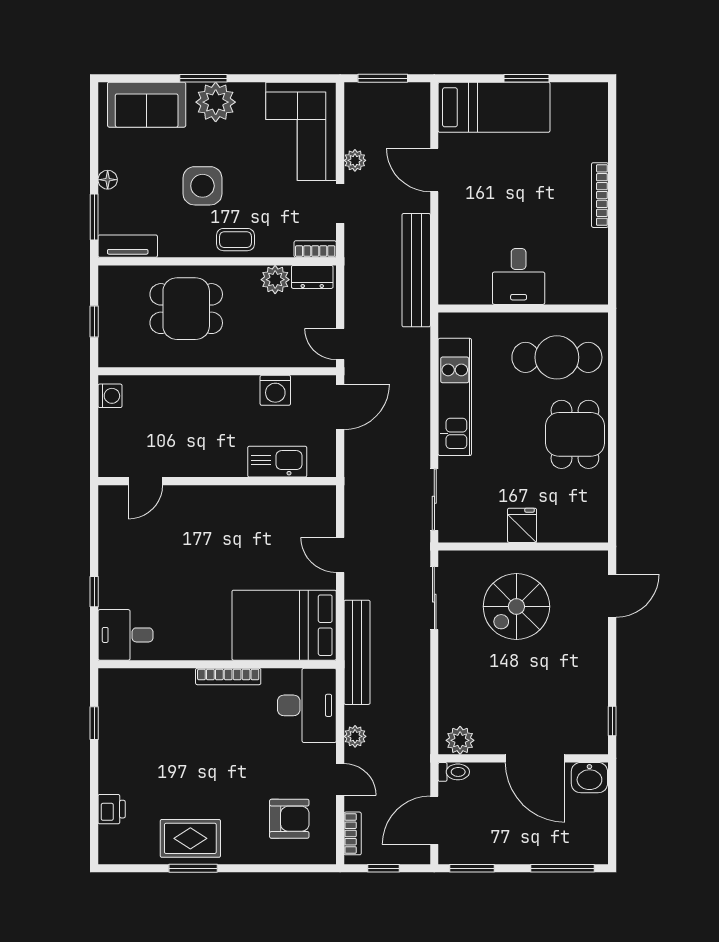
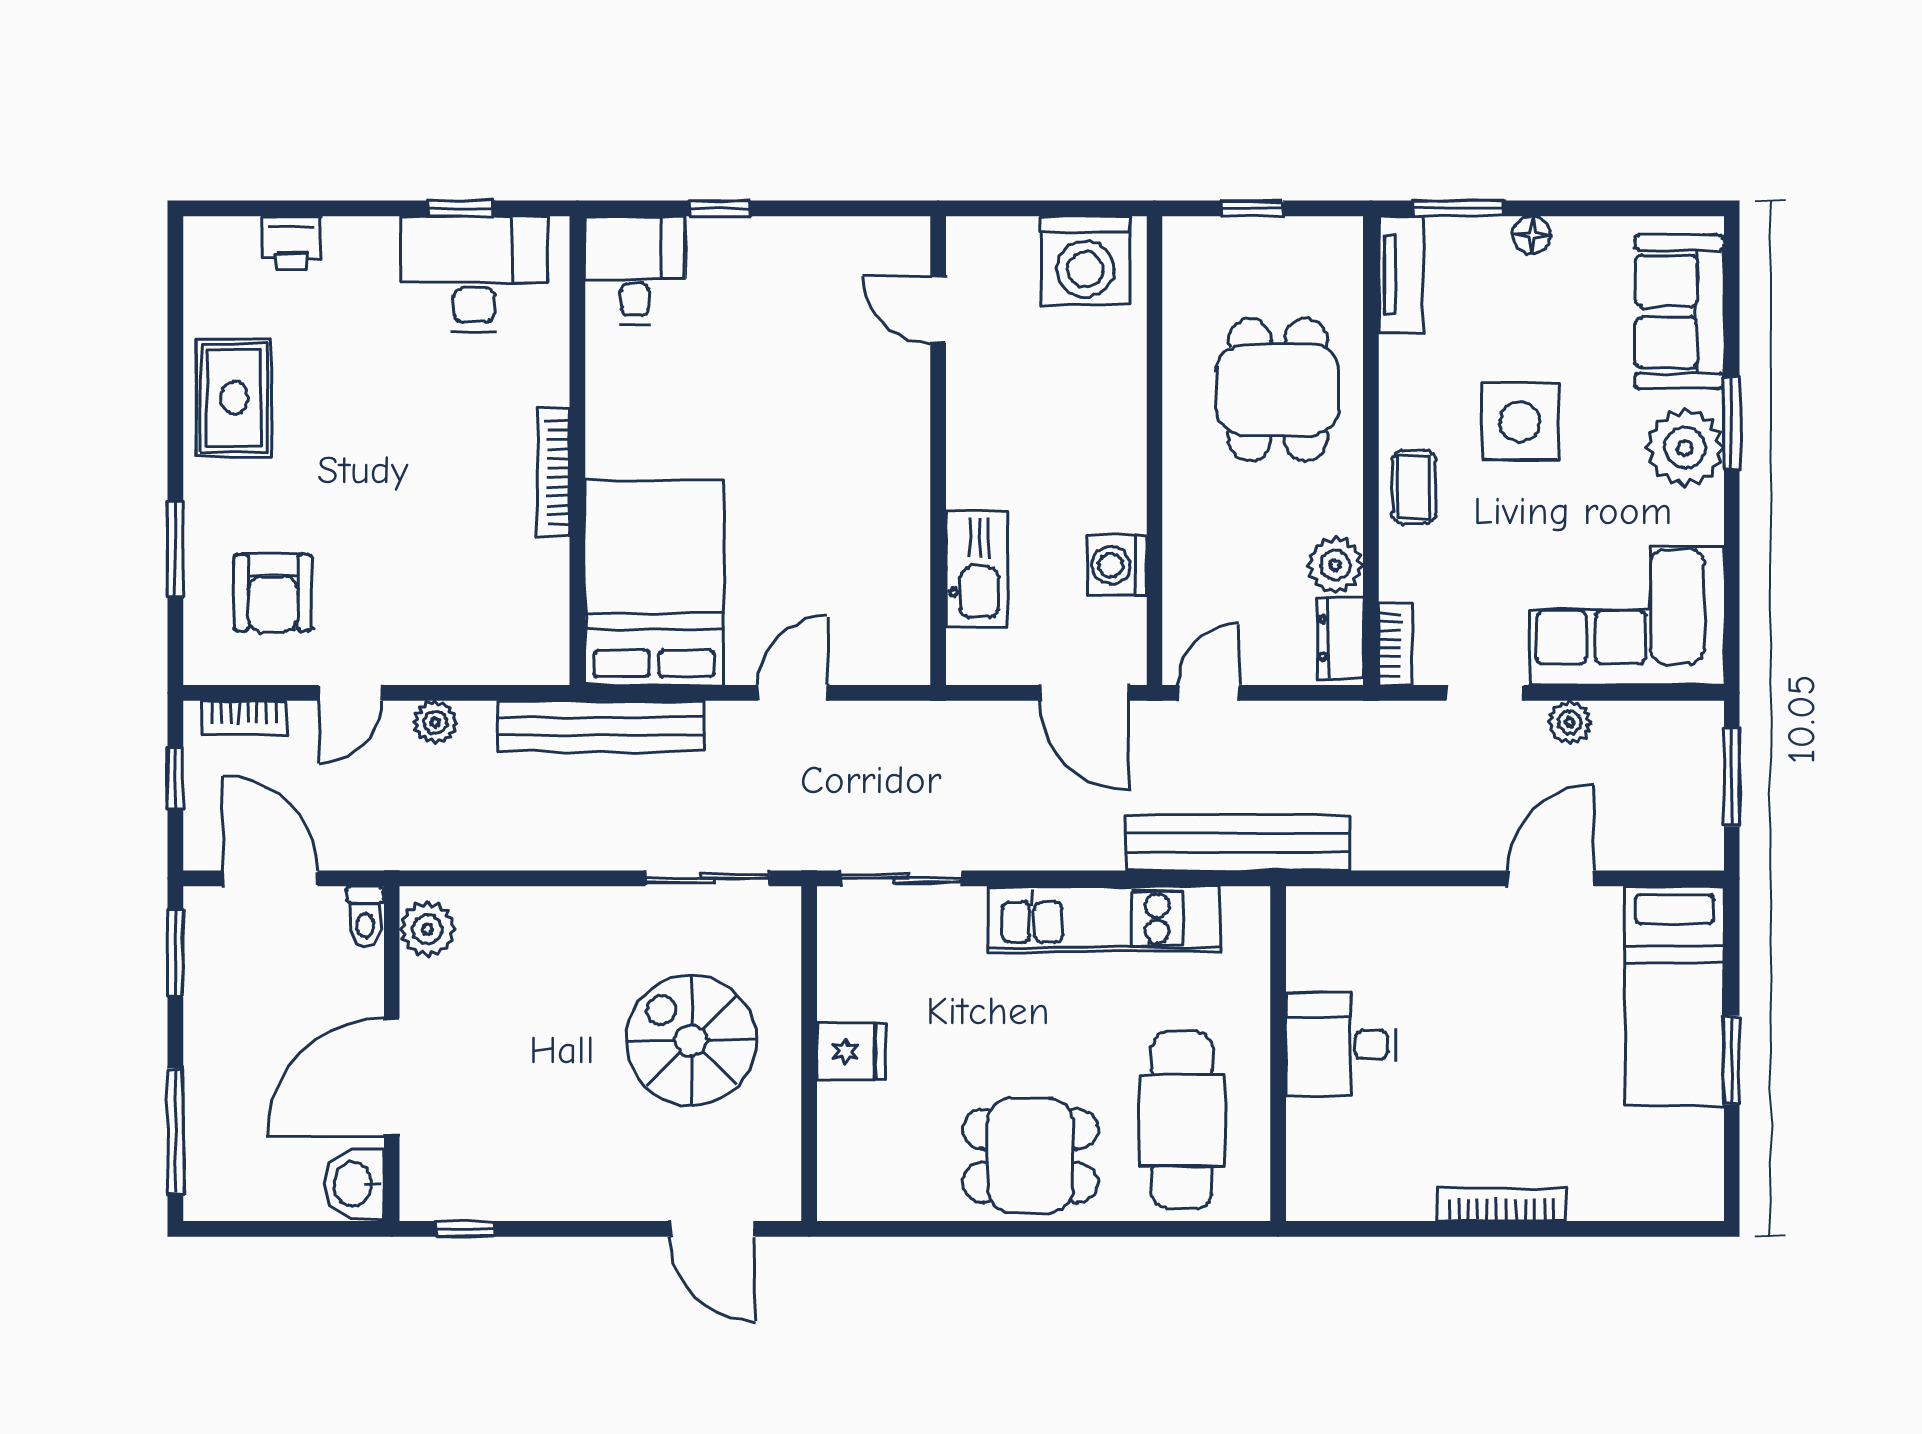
bench: (416, 270) -> (1238, 843), moved
washing machine: (110, 396) -> (1085, 260), width x1.89, depth x1.89
desk: (307, 705) -> (474, 274), moved, turned 180
window: (193, 868) -> (175, 549), moved

